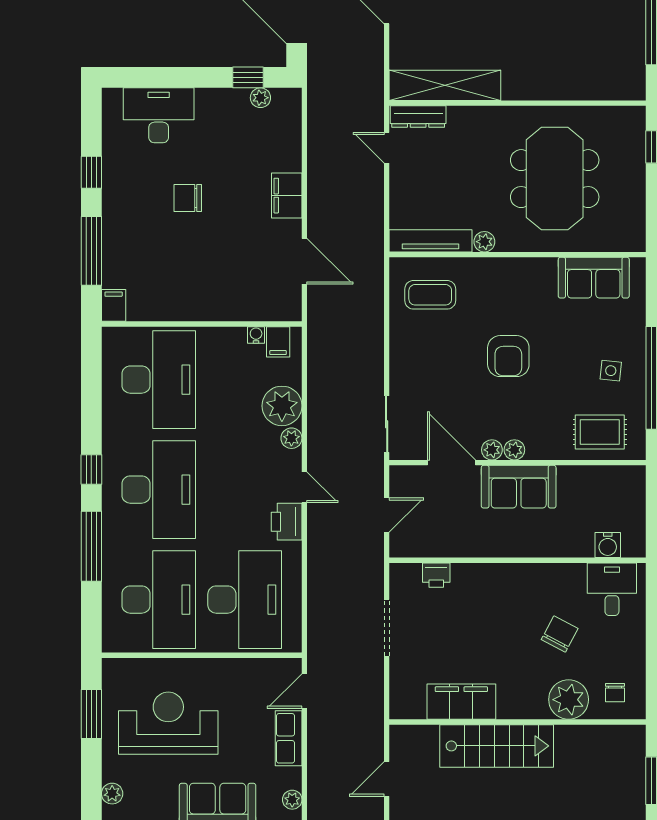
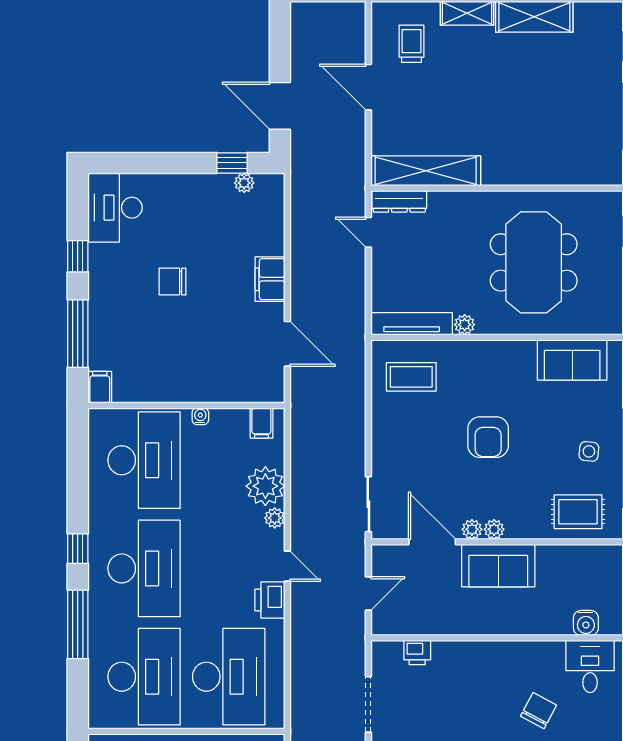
desk: (159, 115) -> (115, 208), moved, turned -90
water cooler: (256, 335) -> (200, 416), moved

